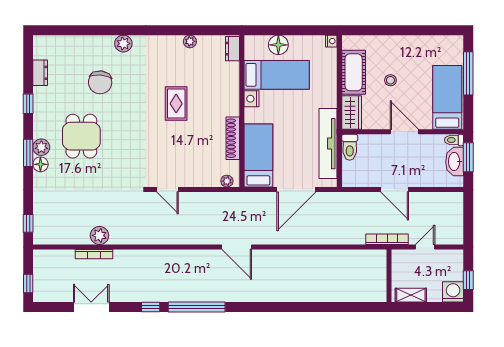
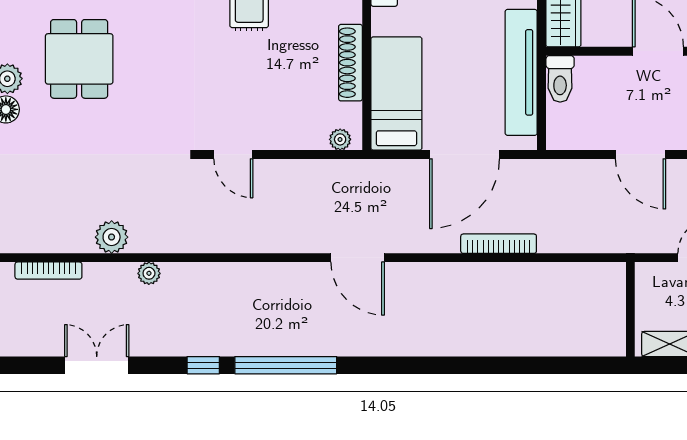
bookcase: (387, 239) -> (499, 244), moved
bookcase: (94, 254) -> (48, 271), moved
plant: (120, 256) -> (149, 273), added

